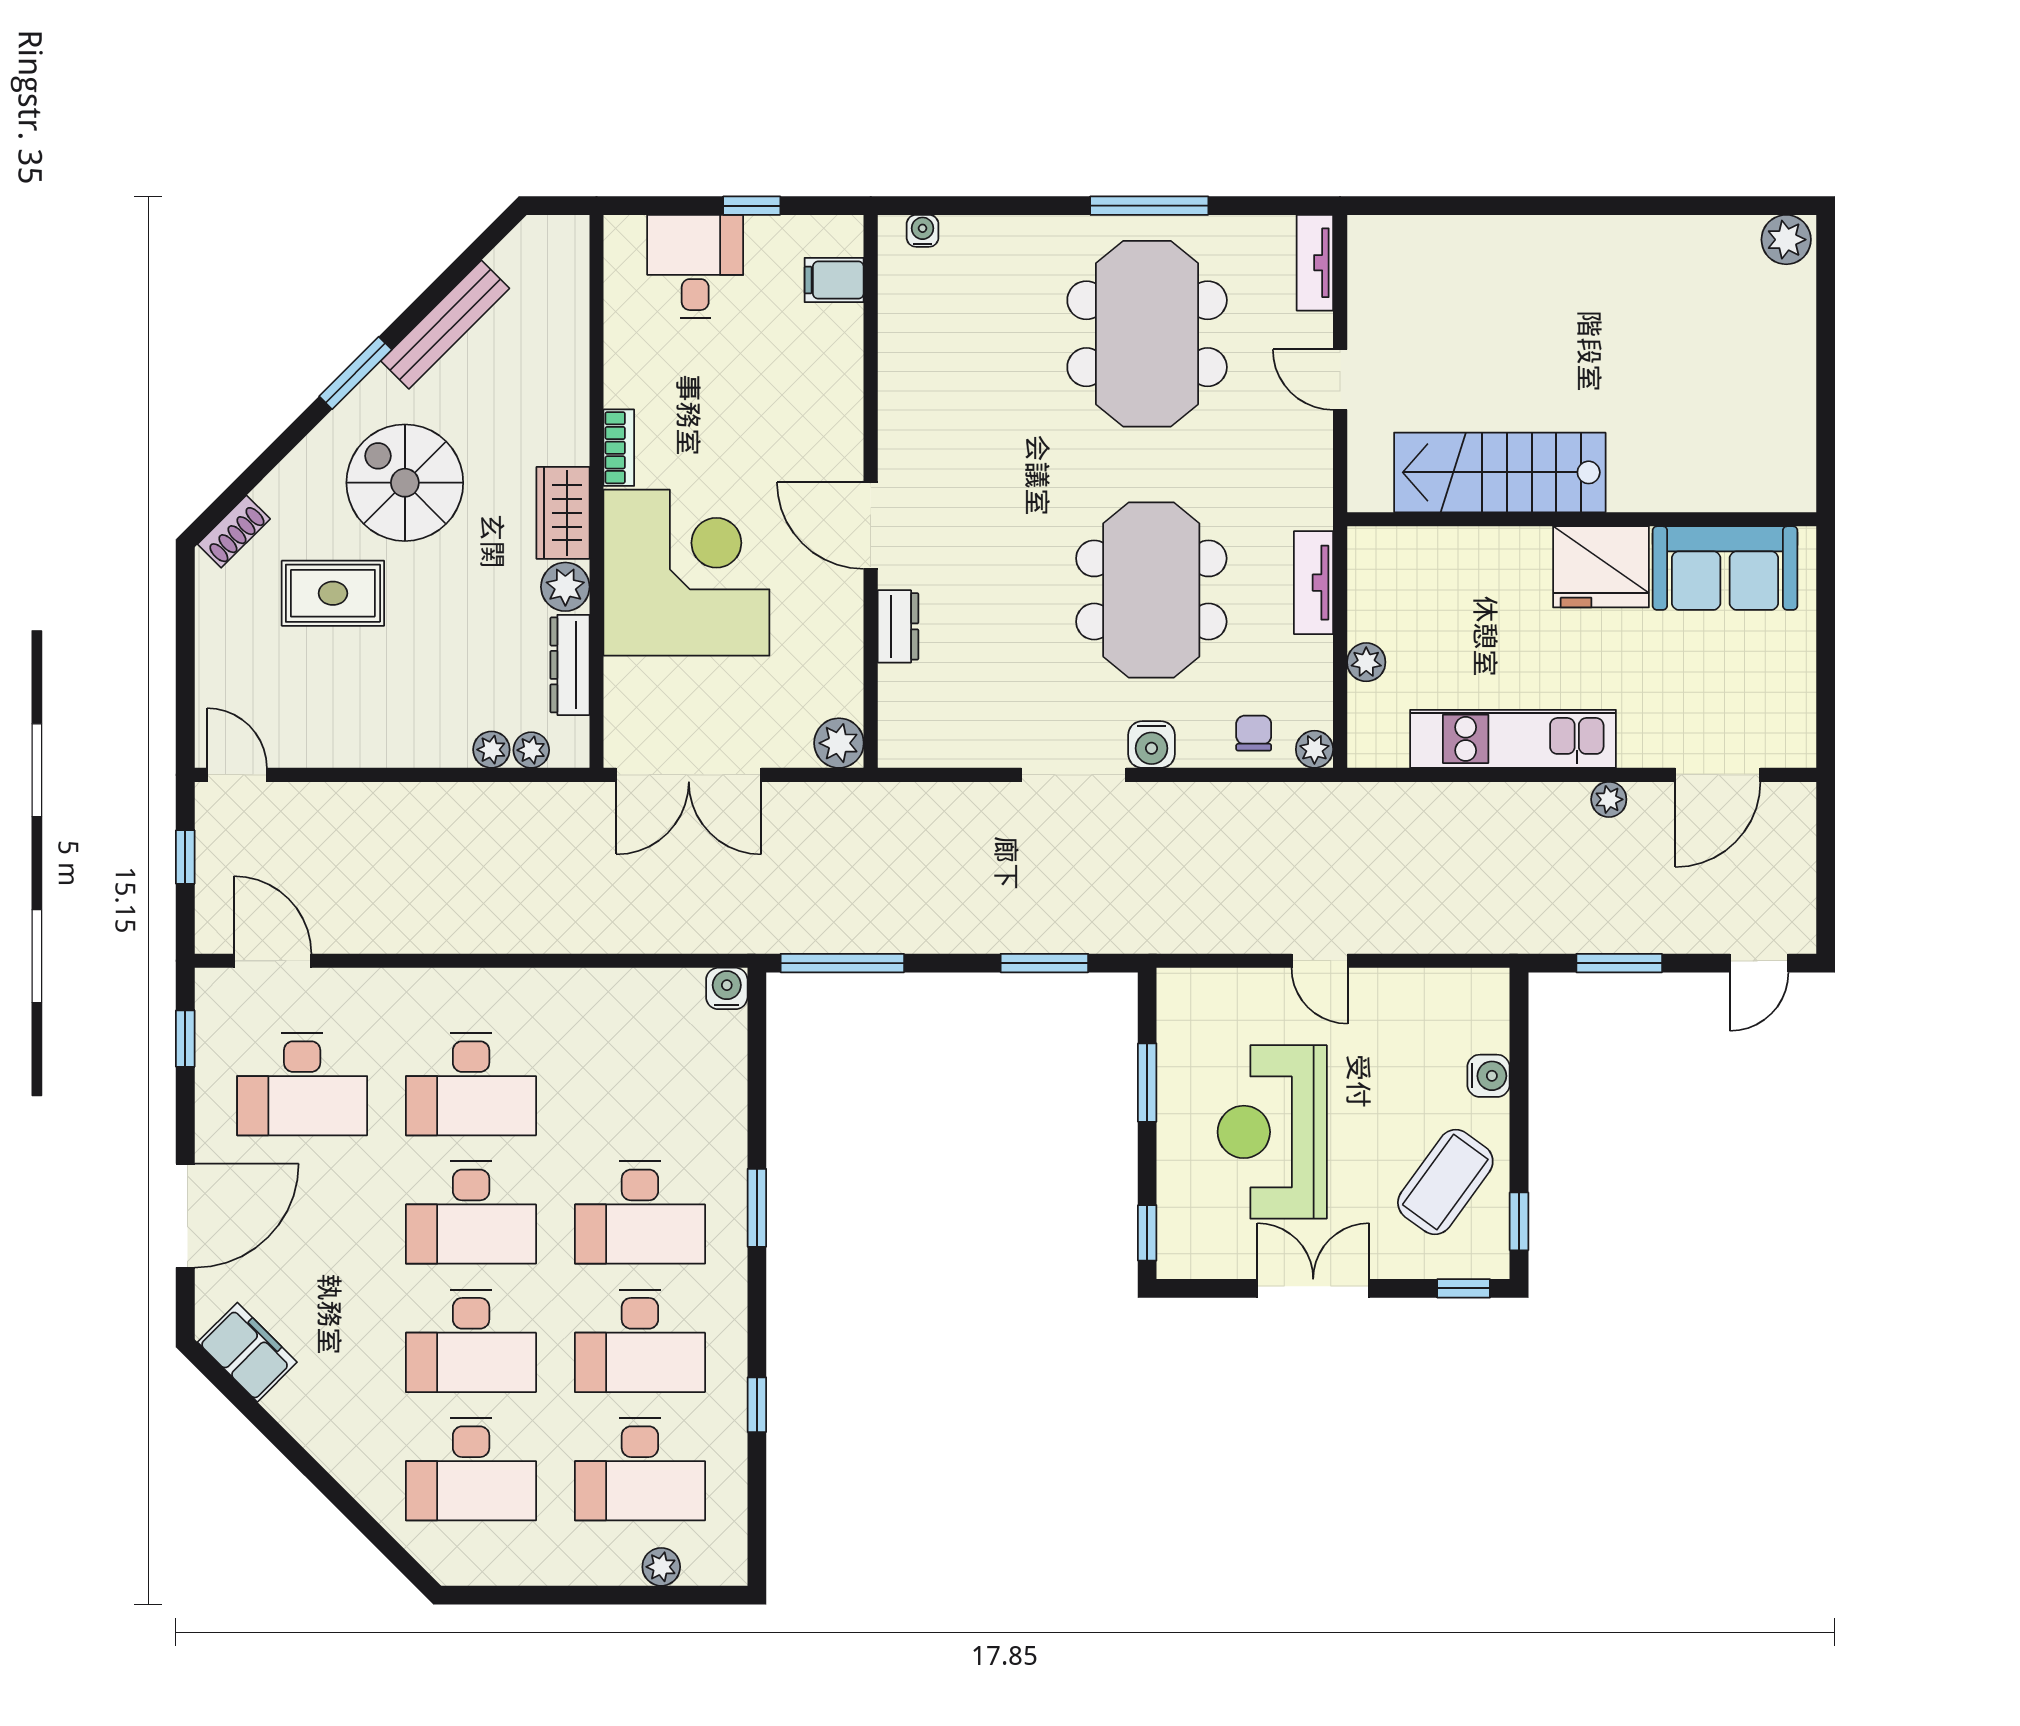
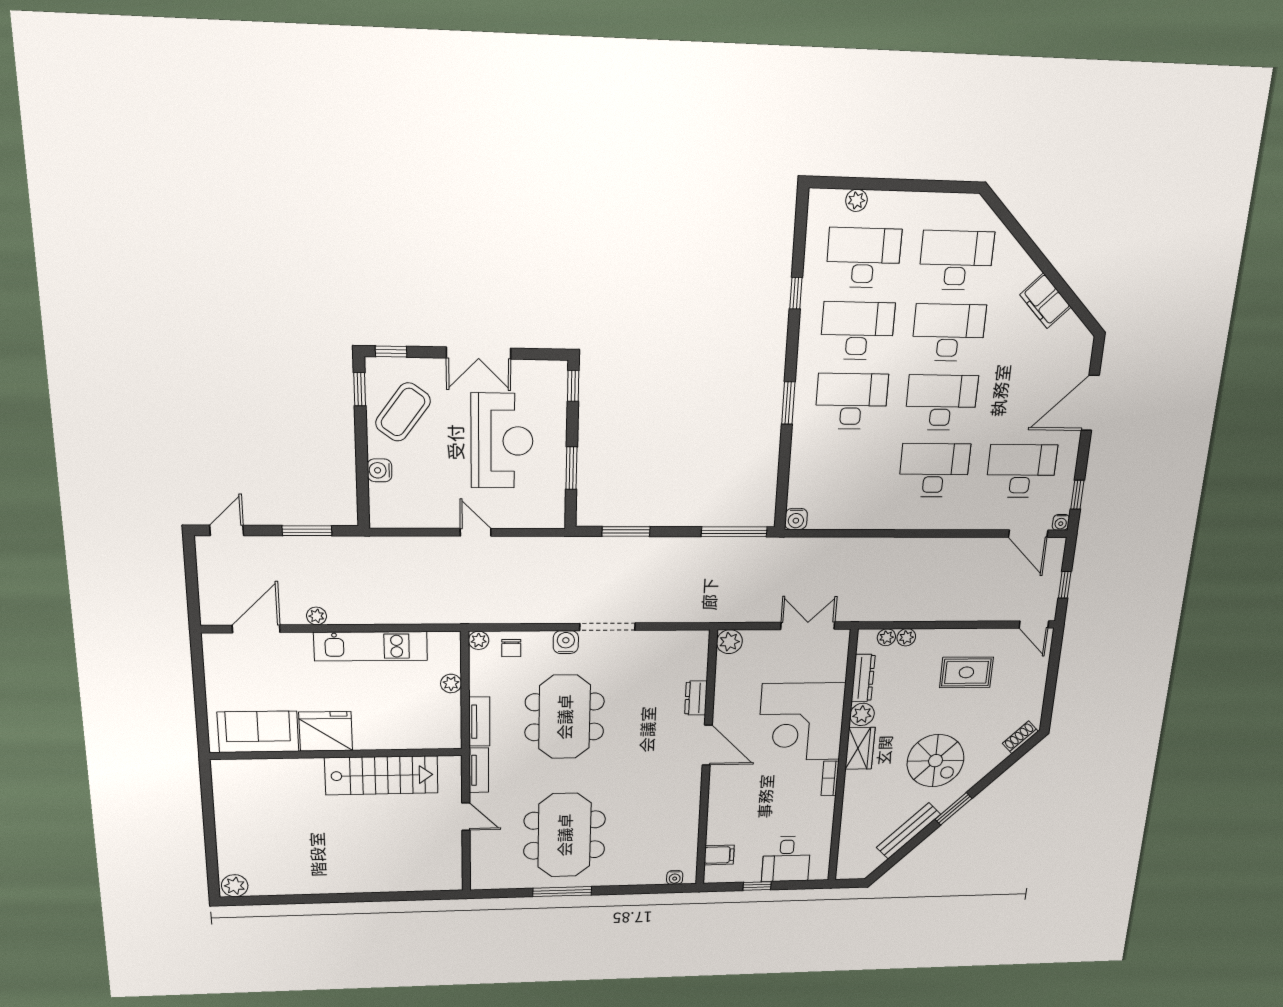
tv unit: (1315, 263) -> (479, 770), moved
rug: (333, 593) -> (966, 672), moved
double door: (689, 775) -> (808, 626), width x0.73
water cooler: (210, 984) -> (1061, 522), added
filing cabinet: (247, 1352) -> (1045, 301), moved

